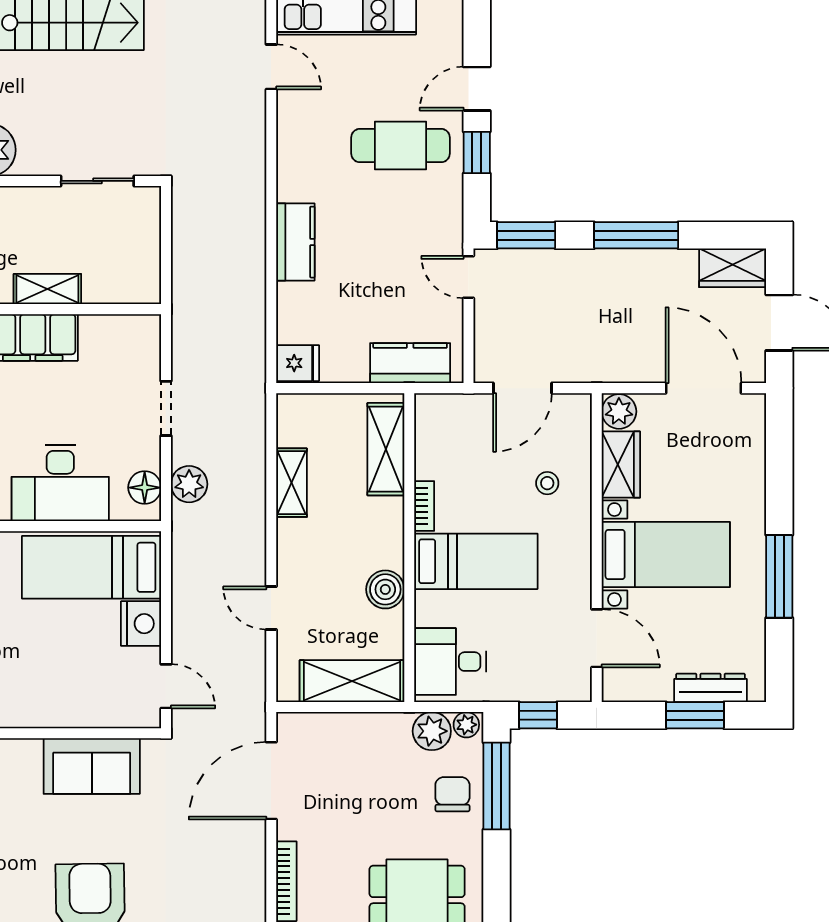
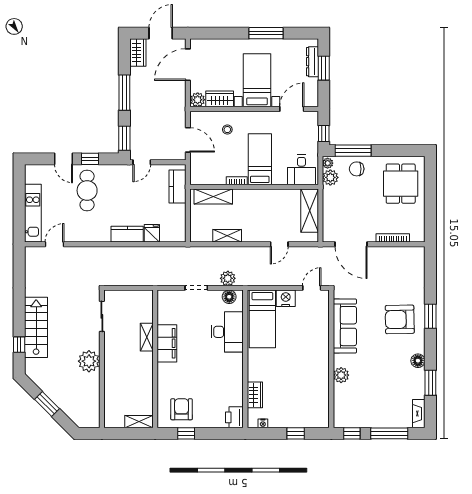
fridge: (298, 363) -> (152, 233), moved
boiler: (385, 589) -> (272, 197), removed
sofa: (92, 766) -> (345, 326), width x1.36

